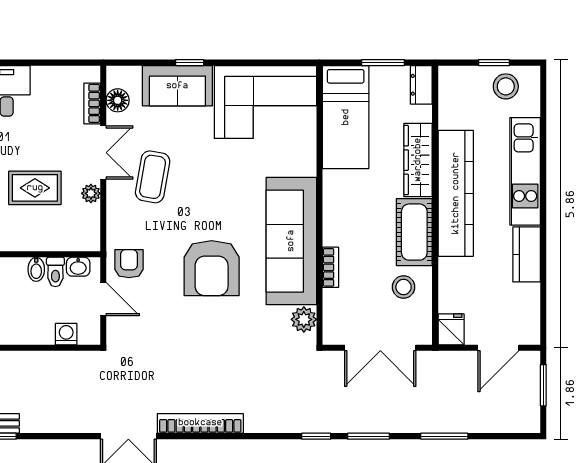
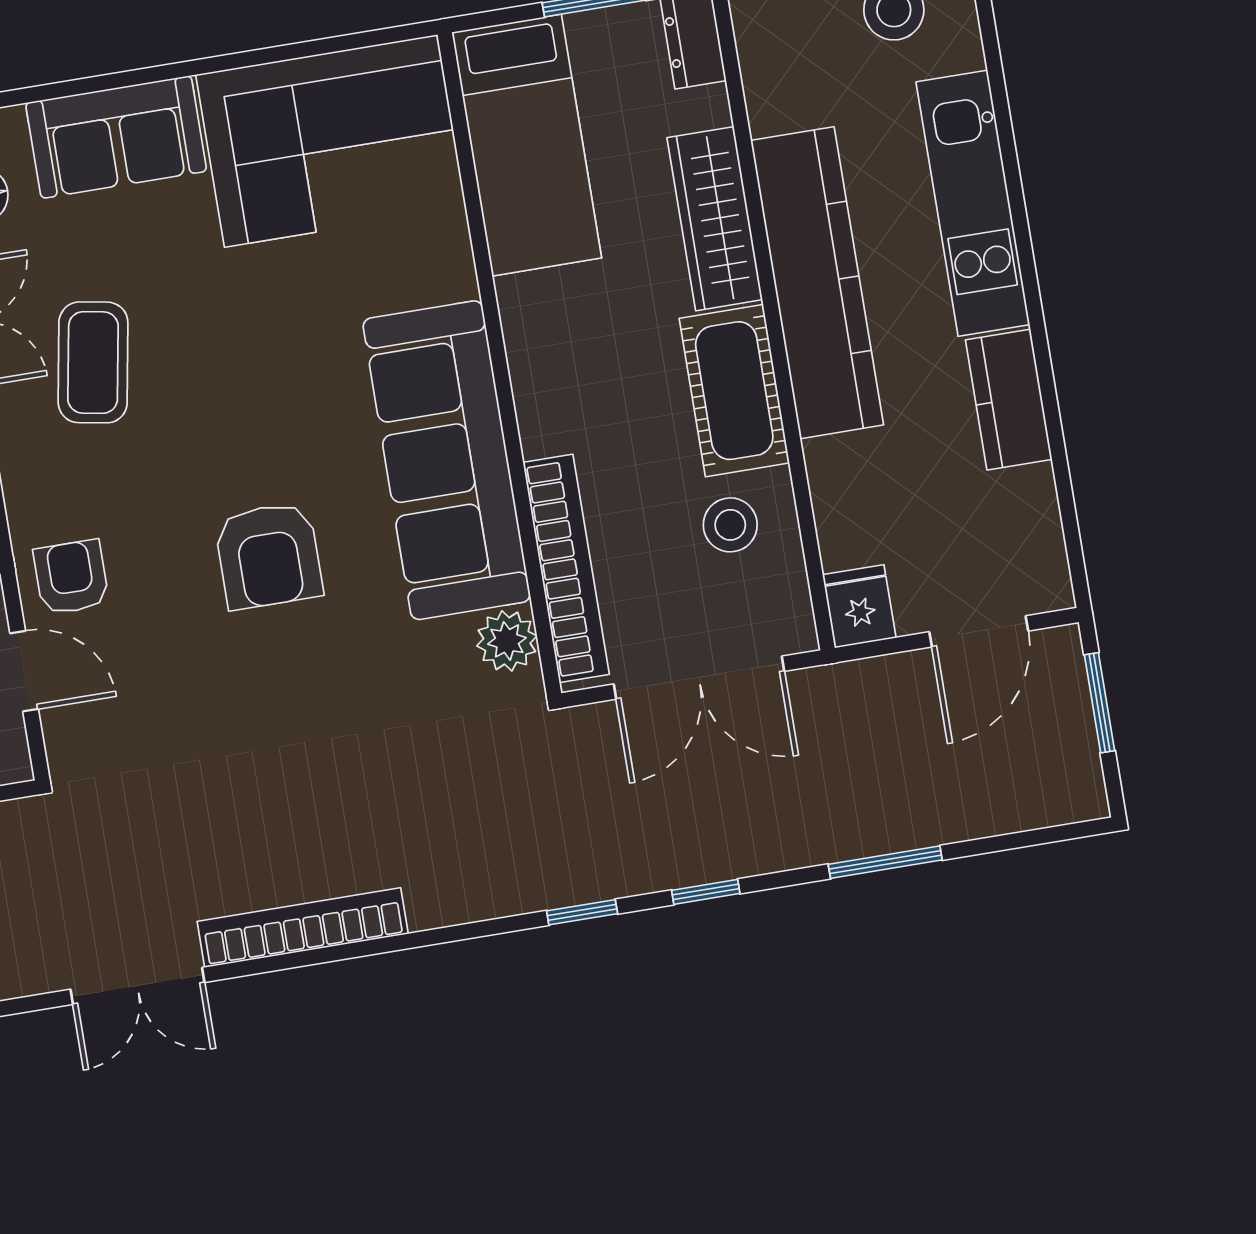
window: (190, 63) -> (136, 77), removed
bookcase: (331, 267) -> (566, 568), width x2.31, depth x1.31
armchair: (212, 268) -> (269, 556), width x0.73, depth x0.73
window: (368, 436) -> (706, 892), width x0.67

